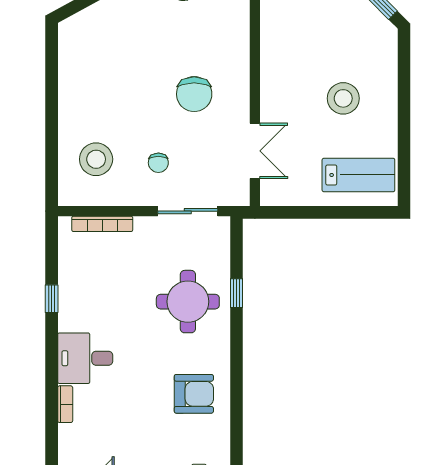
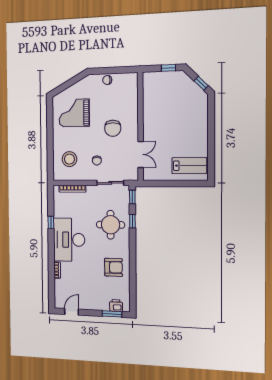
grand piano: (108, 59) -> (74, 113), added
stool: (343, 98) -> (182, 129), removed
window: (236, 241) -> (132, 197), added
desk: (85, 358) -> (69, 240), width x1.87, depth x1.30

